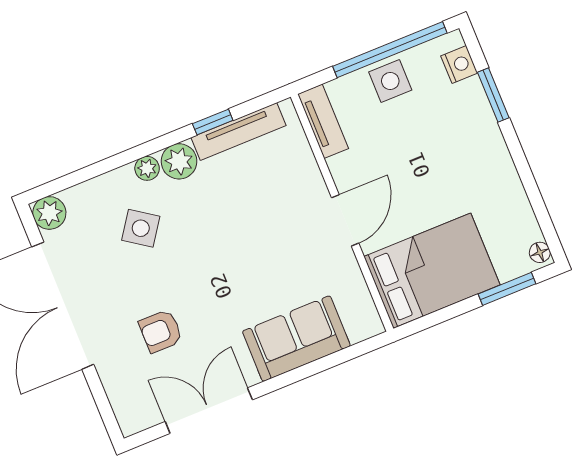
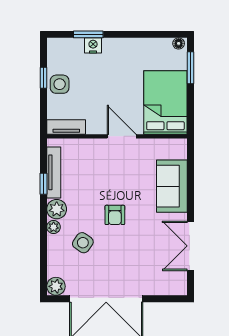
window: (390, 50) -> (43, 78), width x0.32
nightstand: (459, 64) -> (93, 45), moved
armchair: (161, 331) -> (115, 215), moved

